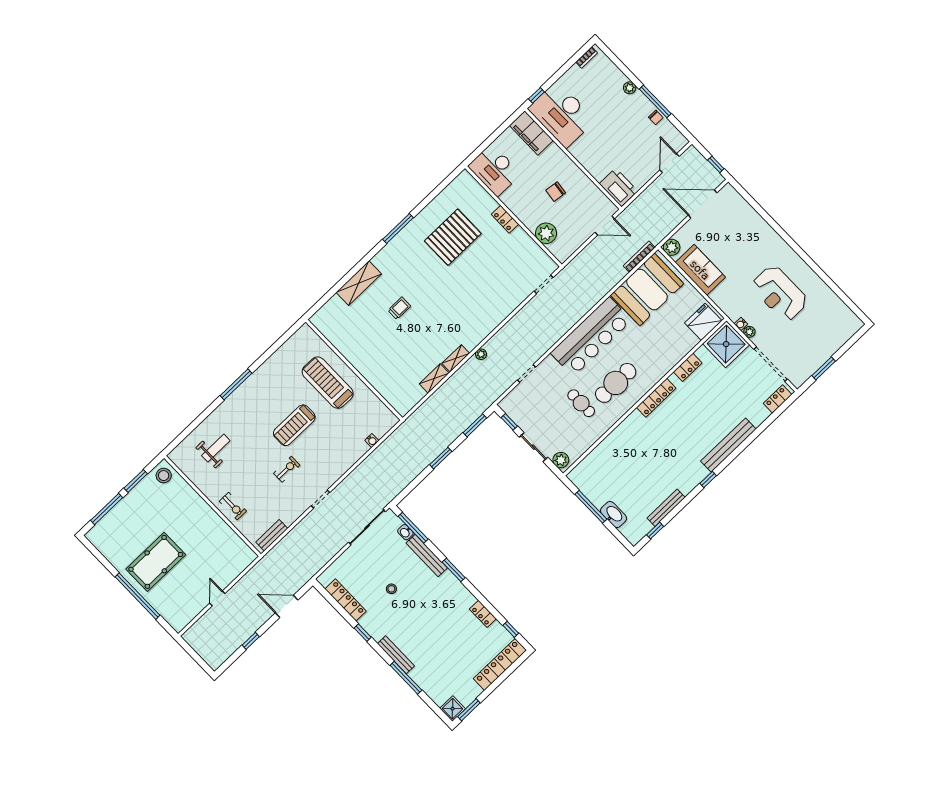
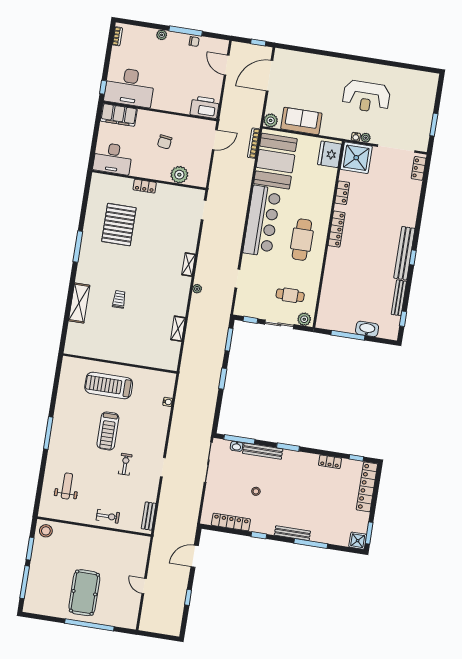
shelving: (456, 358) -> (189, 265), moved
cafe table: (581, 403) -> (290, 295), moved
bench: (728, 445) -> (404, 253), moved

